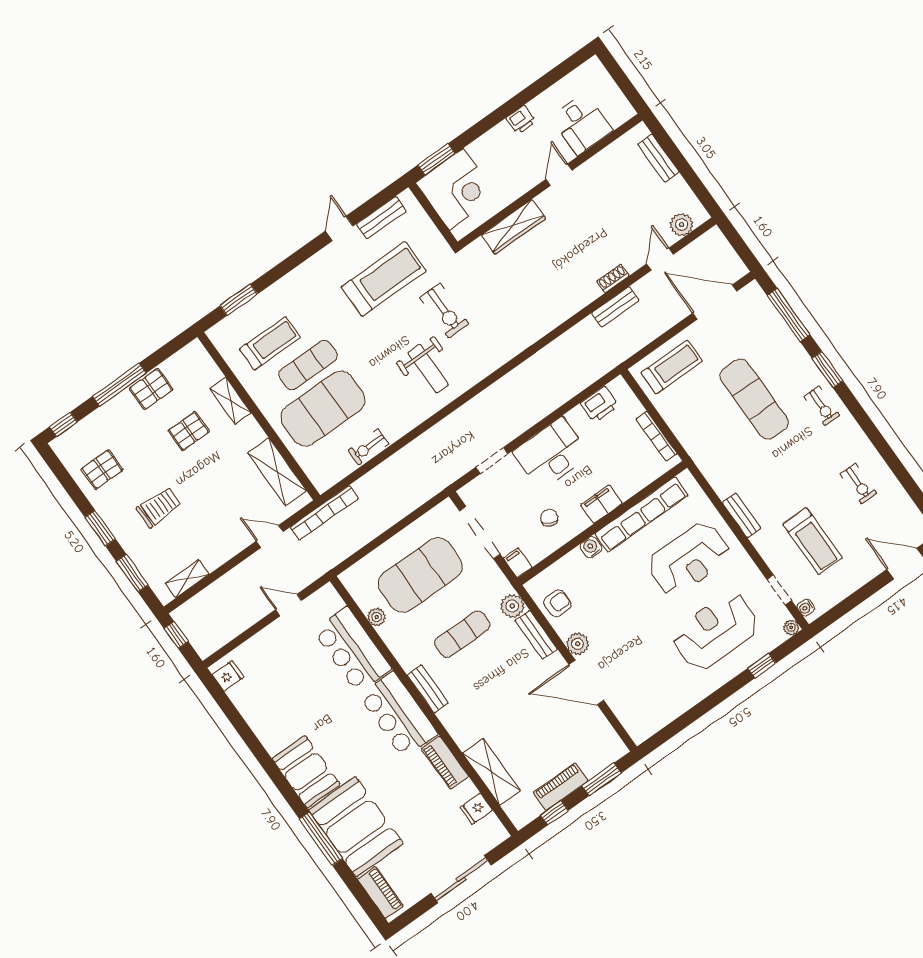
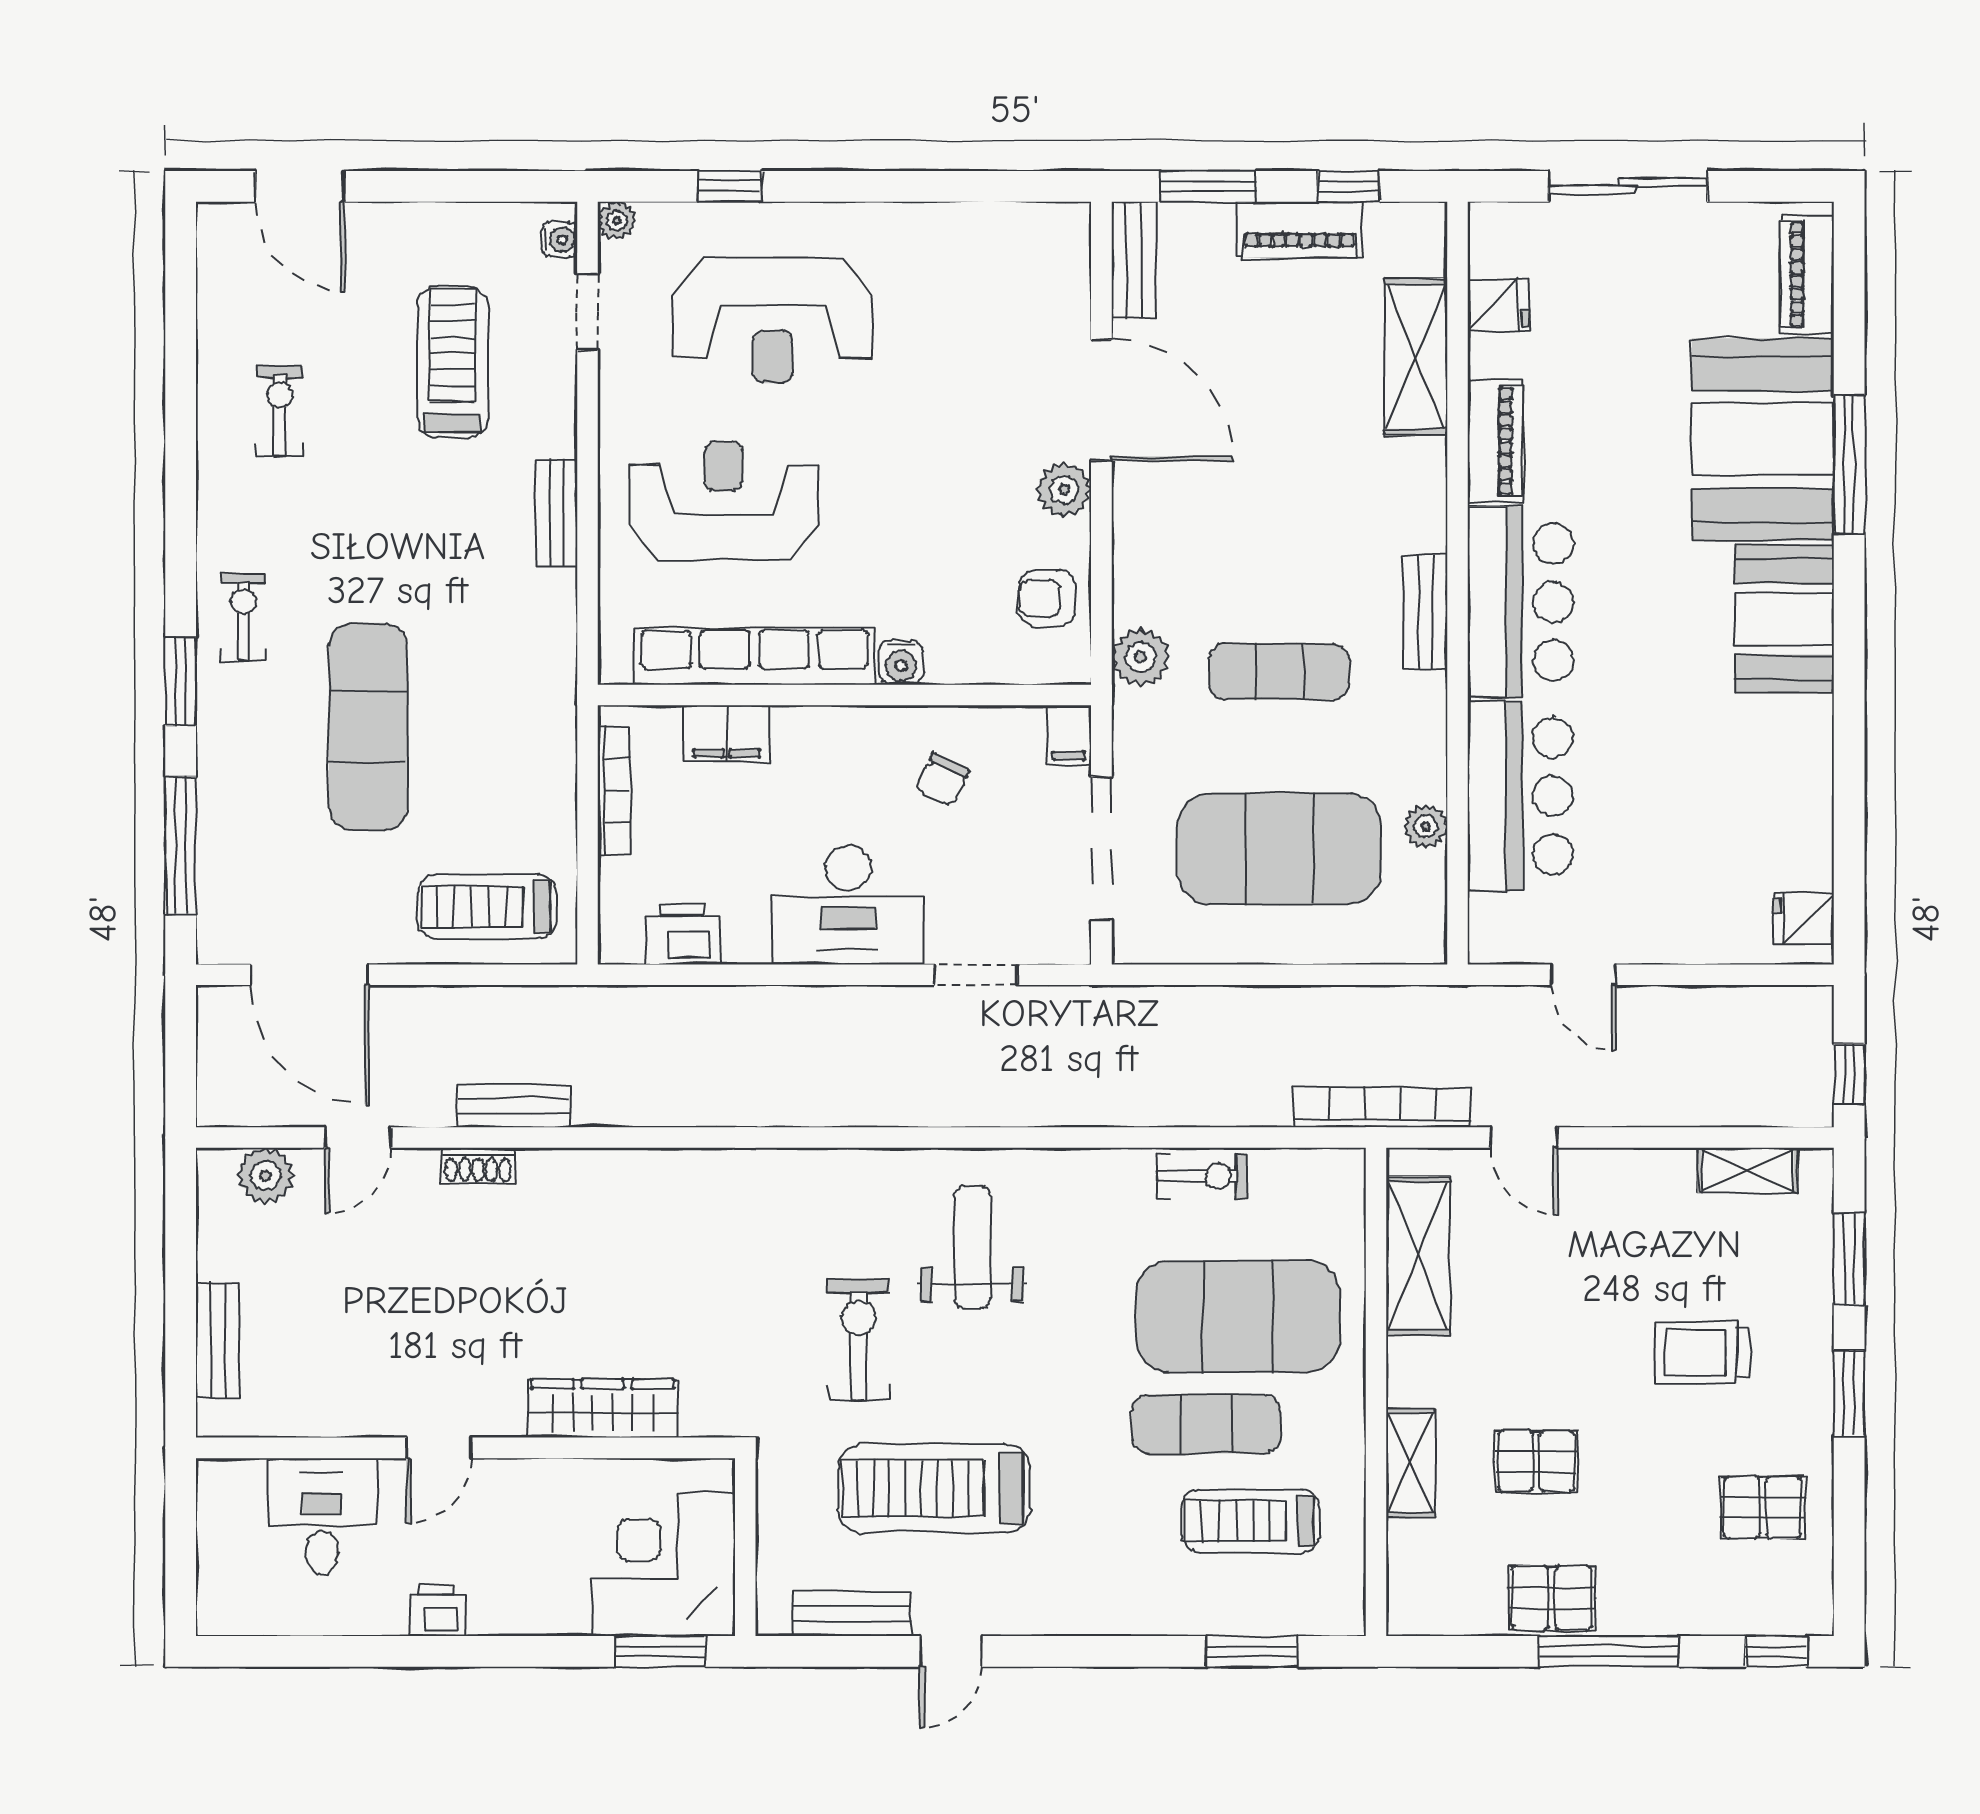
filing cabinet: (602, 504) -> (727, 734), moved
bench: (536, 635) -> (1134, 260), moved

